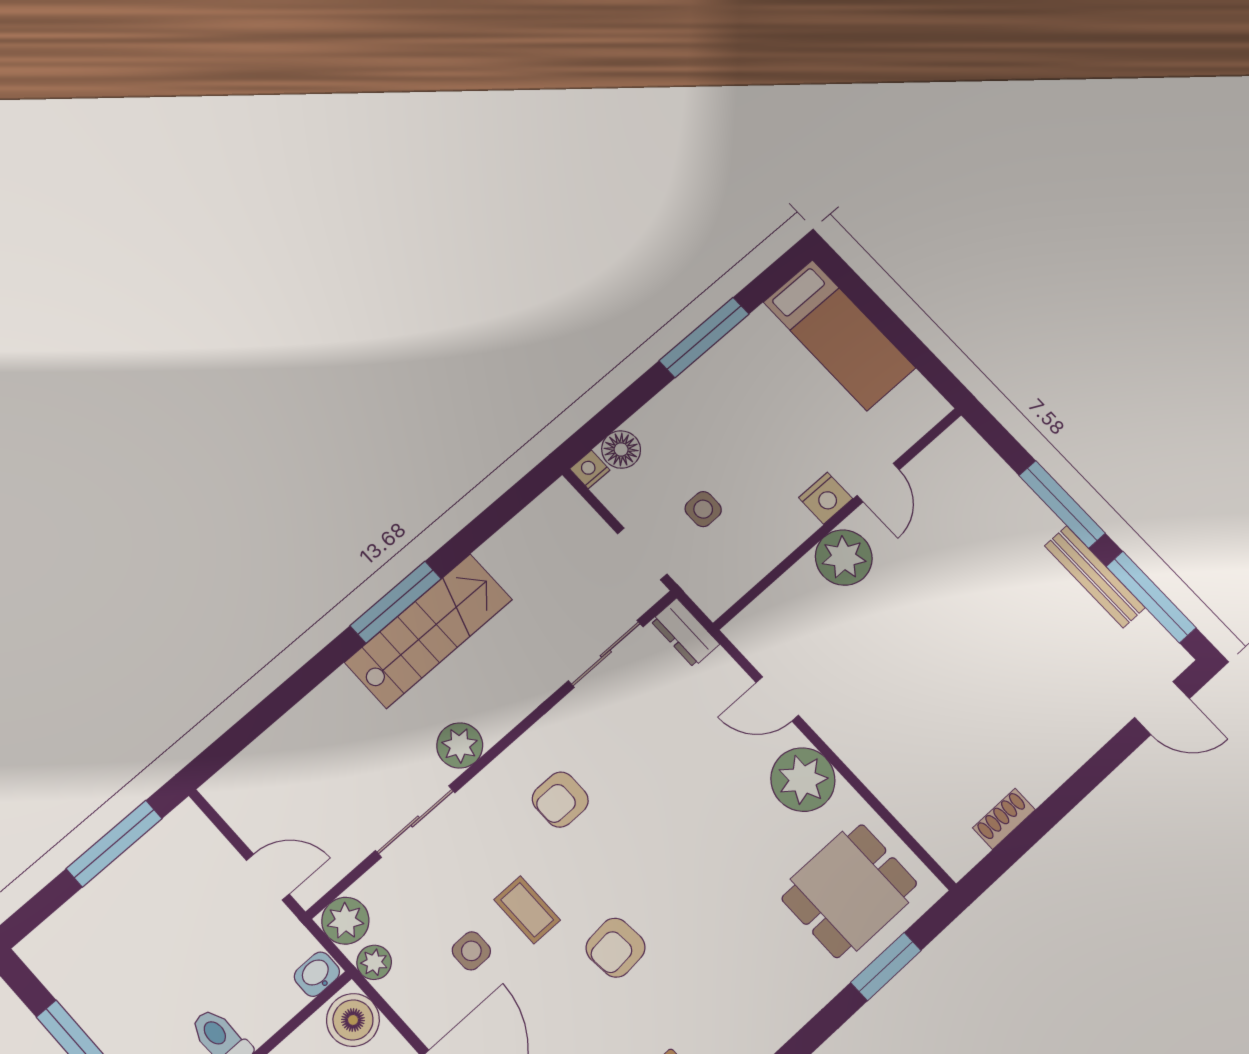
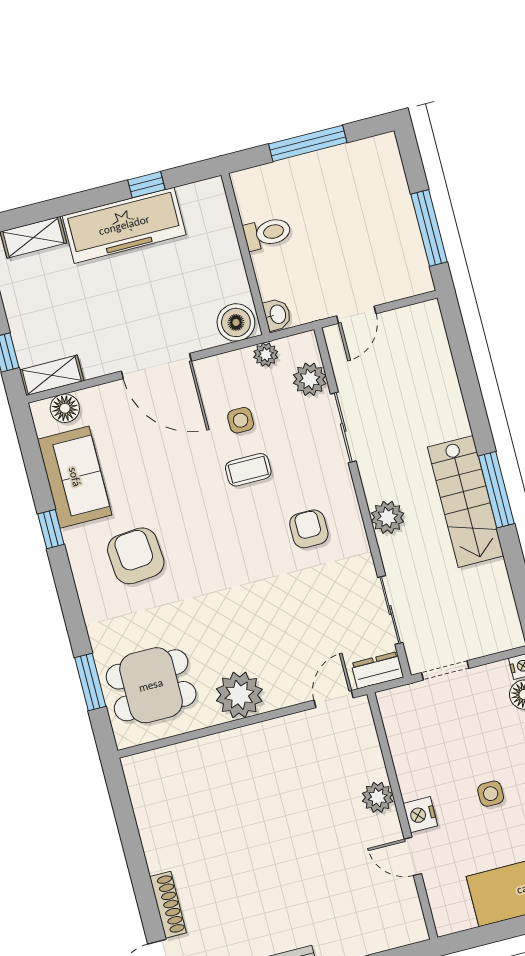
side table: (703, 509) -> (491, 794), moved
plant: (844, 558) -> (378, 797), width x0.73, depth x0.73
door: (777, 699) -> (334, 699), moved
plant: (460, 745) -> (388, 517), moved
shoe rack: (1004, 819) -> (168, 905), moved, width x1.43
dining table: (849, 891) -> (151, 685), turned 90
plant: (345, 921) -> (310, 379), moved
armchair: (616, 948) -> (136, 556), moved, width x1.38, depth x1.38

